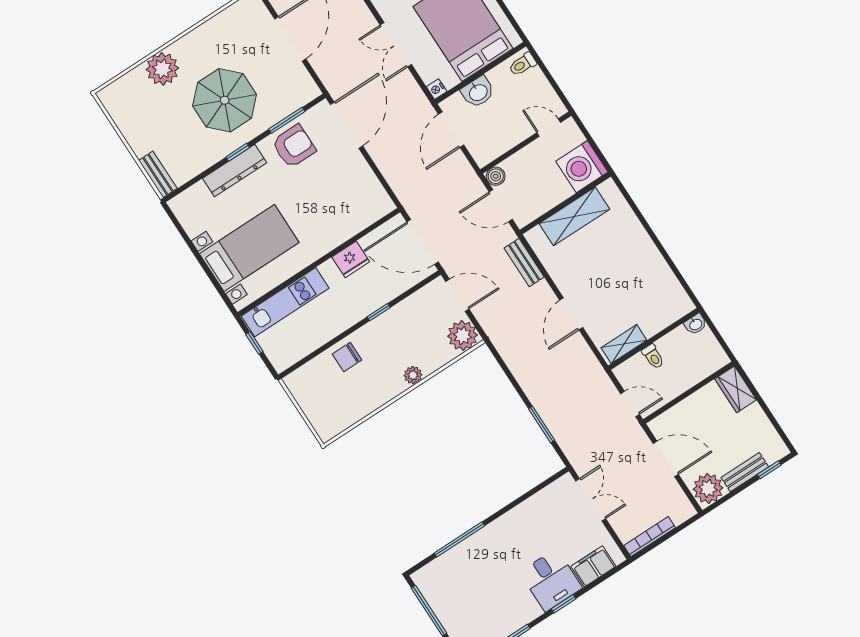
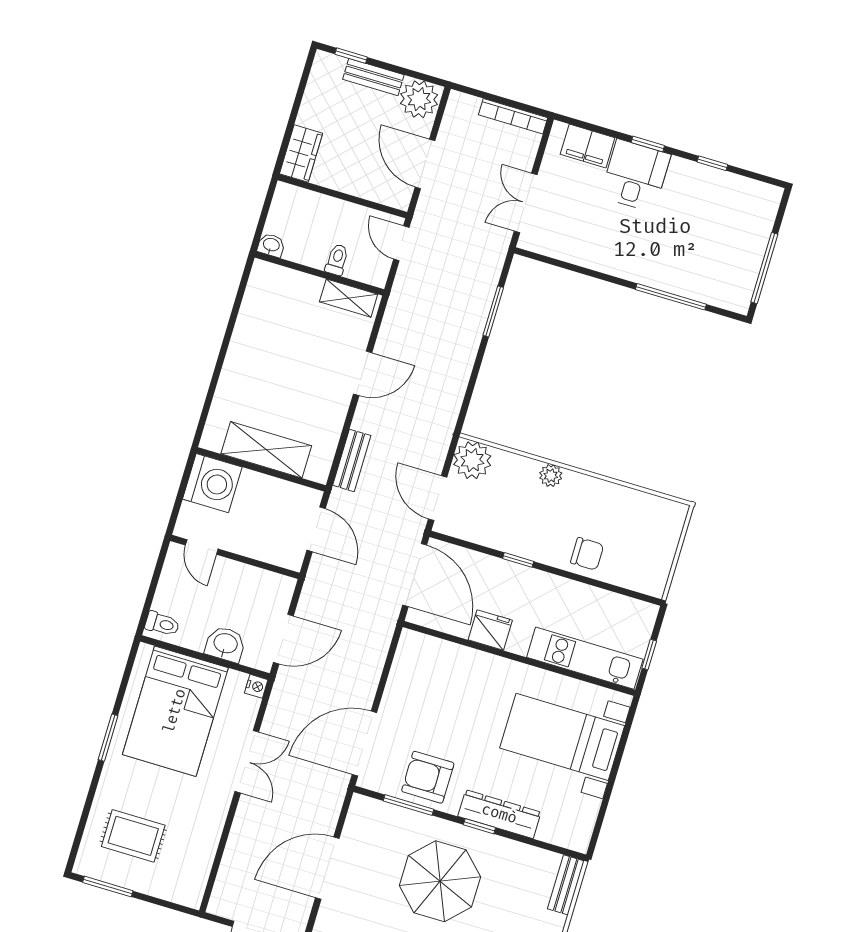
boiler: (496, 176) -> (292, 558), removed

